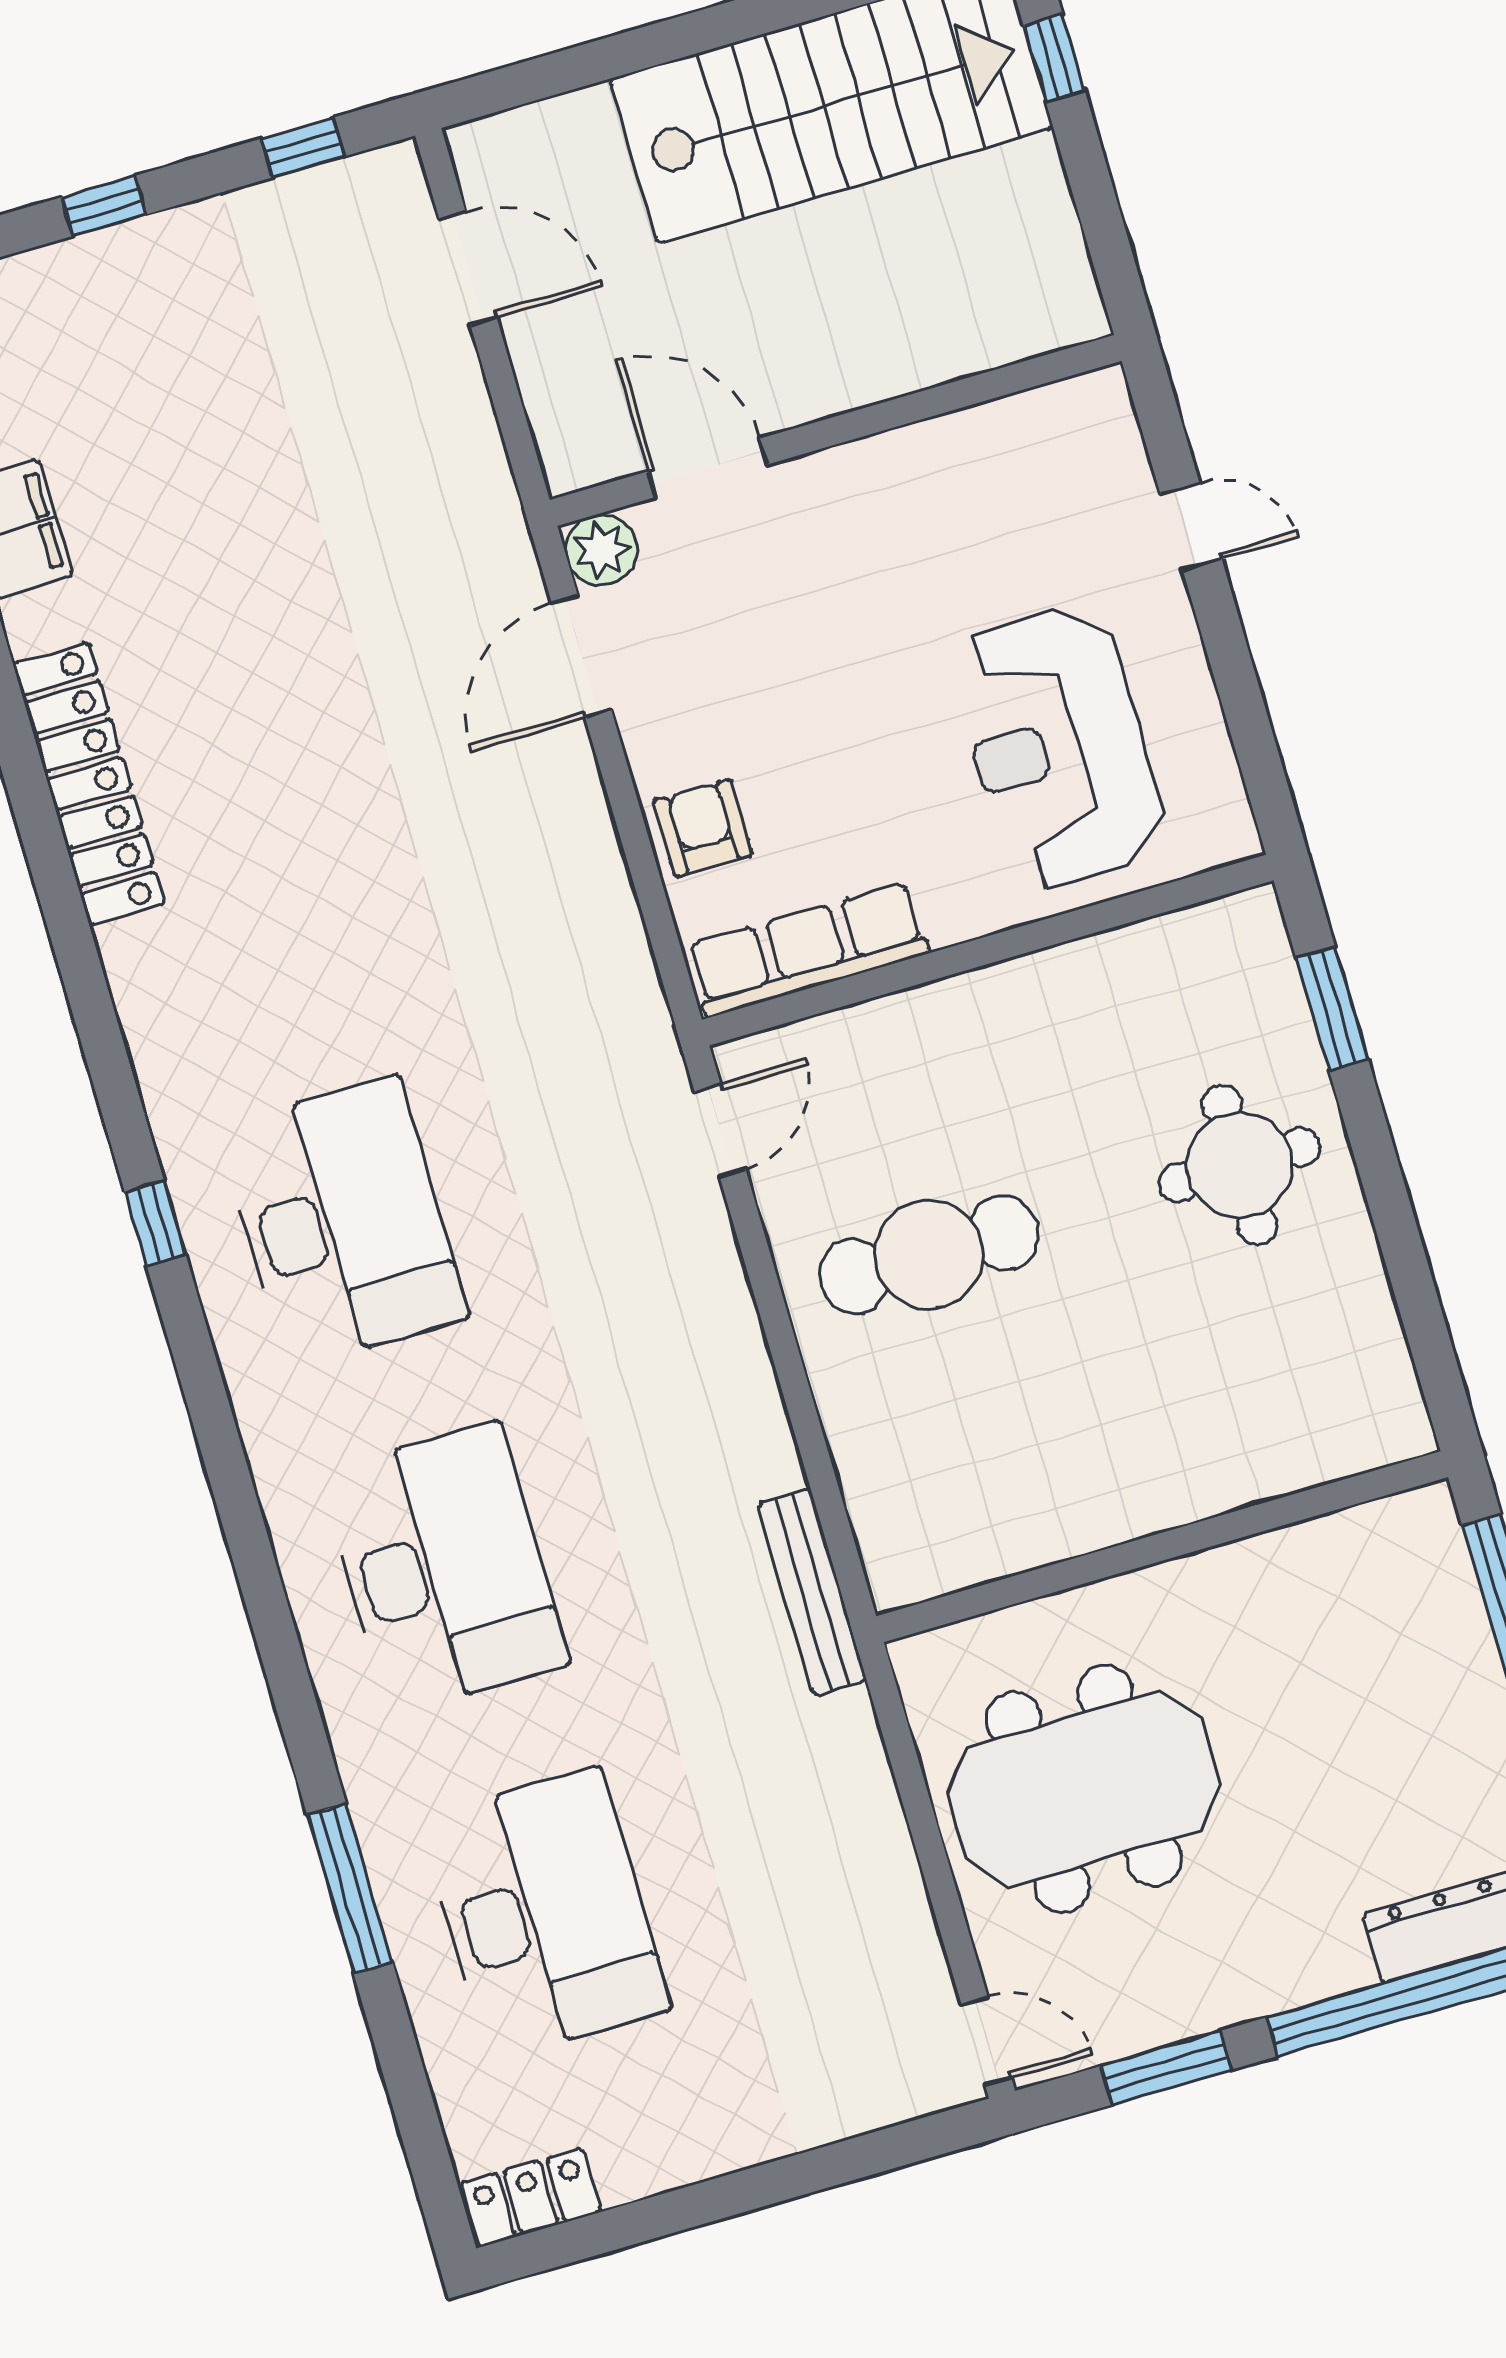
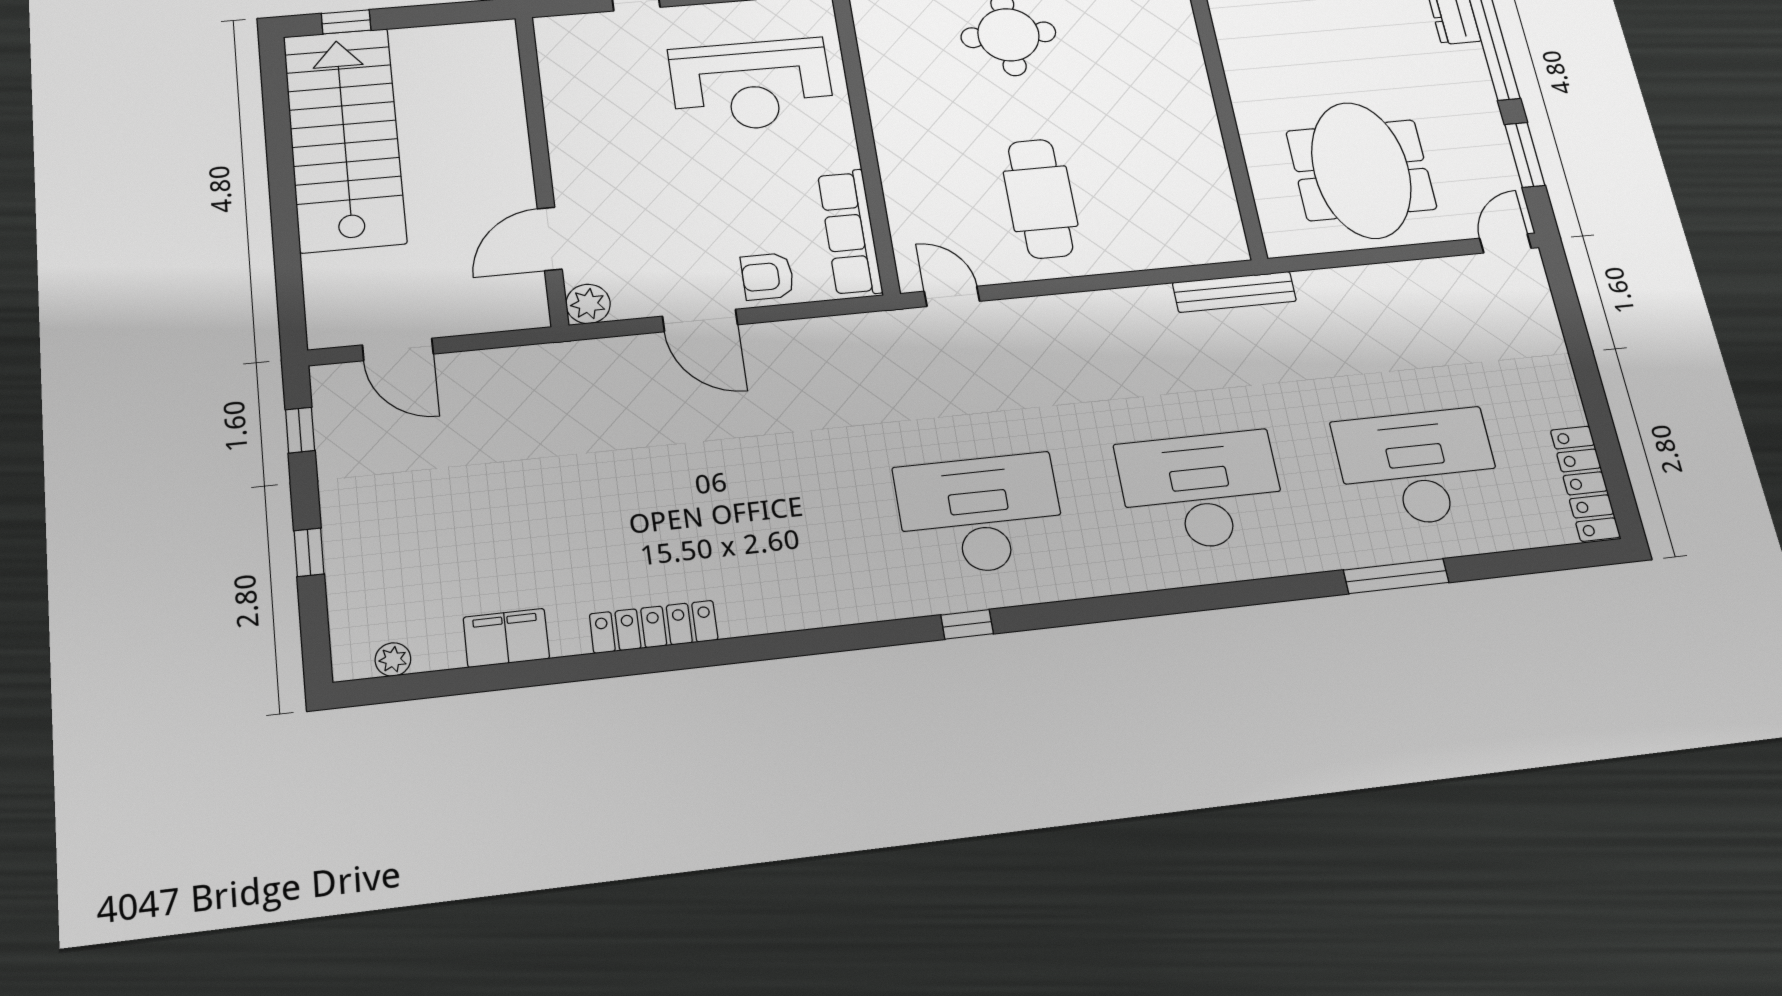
door: (468, 268) -> (398, 349), swing flipped
door: (581, 656) -> (700, 320), moved
locker: (89, 784) -> (654, 627), width x0.71, depth x0.83
locker: (531, 2197) -> (1585, 483), width x1.53

